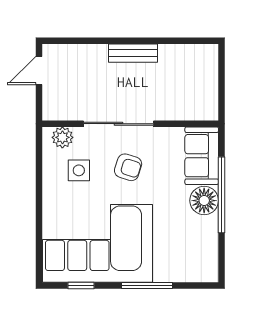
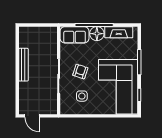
bench: (133, 53) -> (23, 65), width x1.36
plant: (62, 137) -> (65, 104), removed
fireplace: (207, 244) -> (119, 32), added

